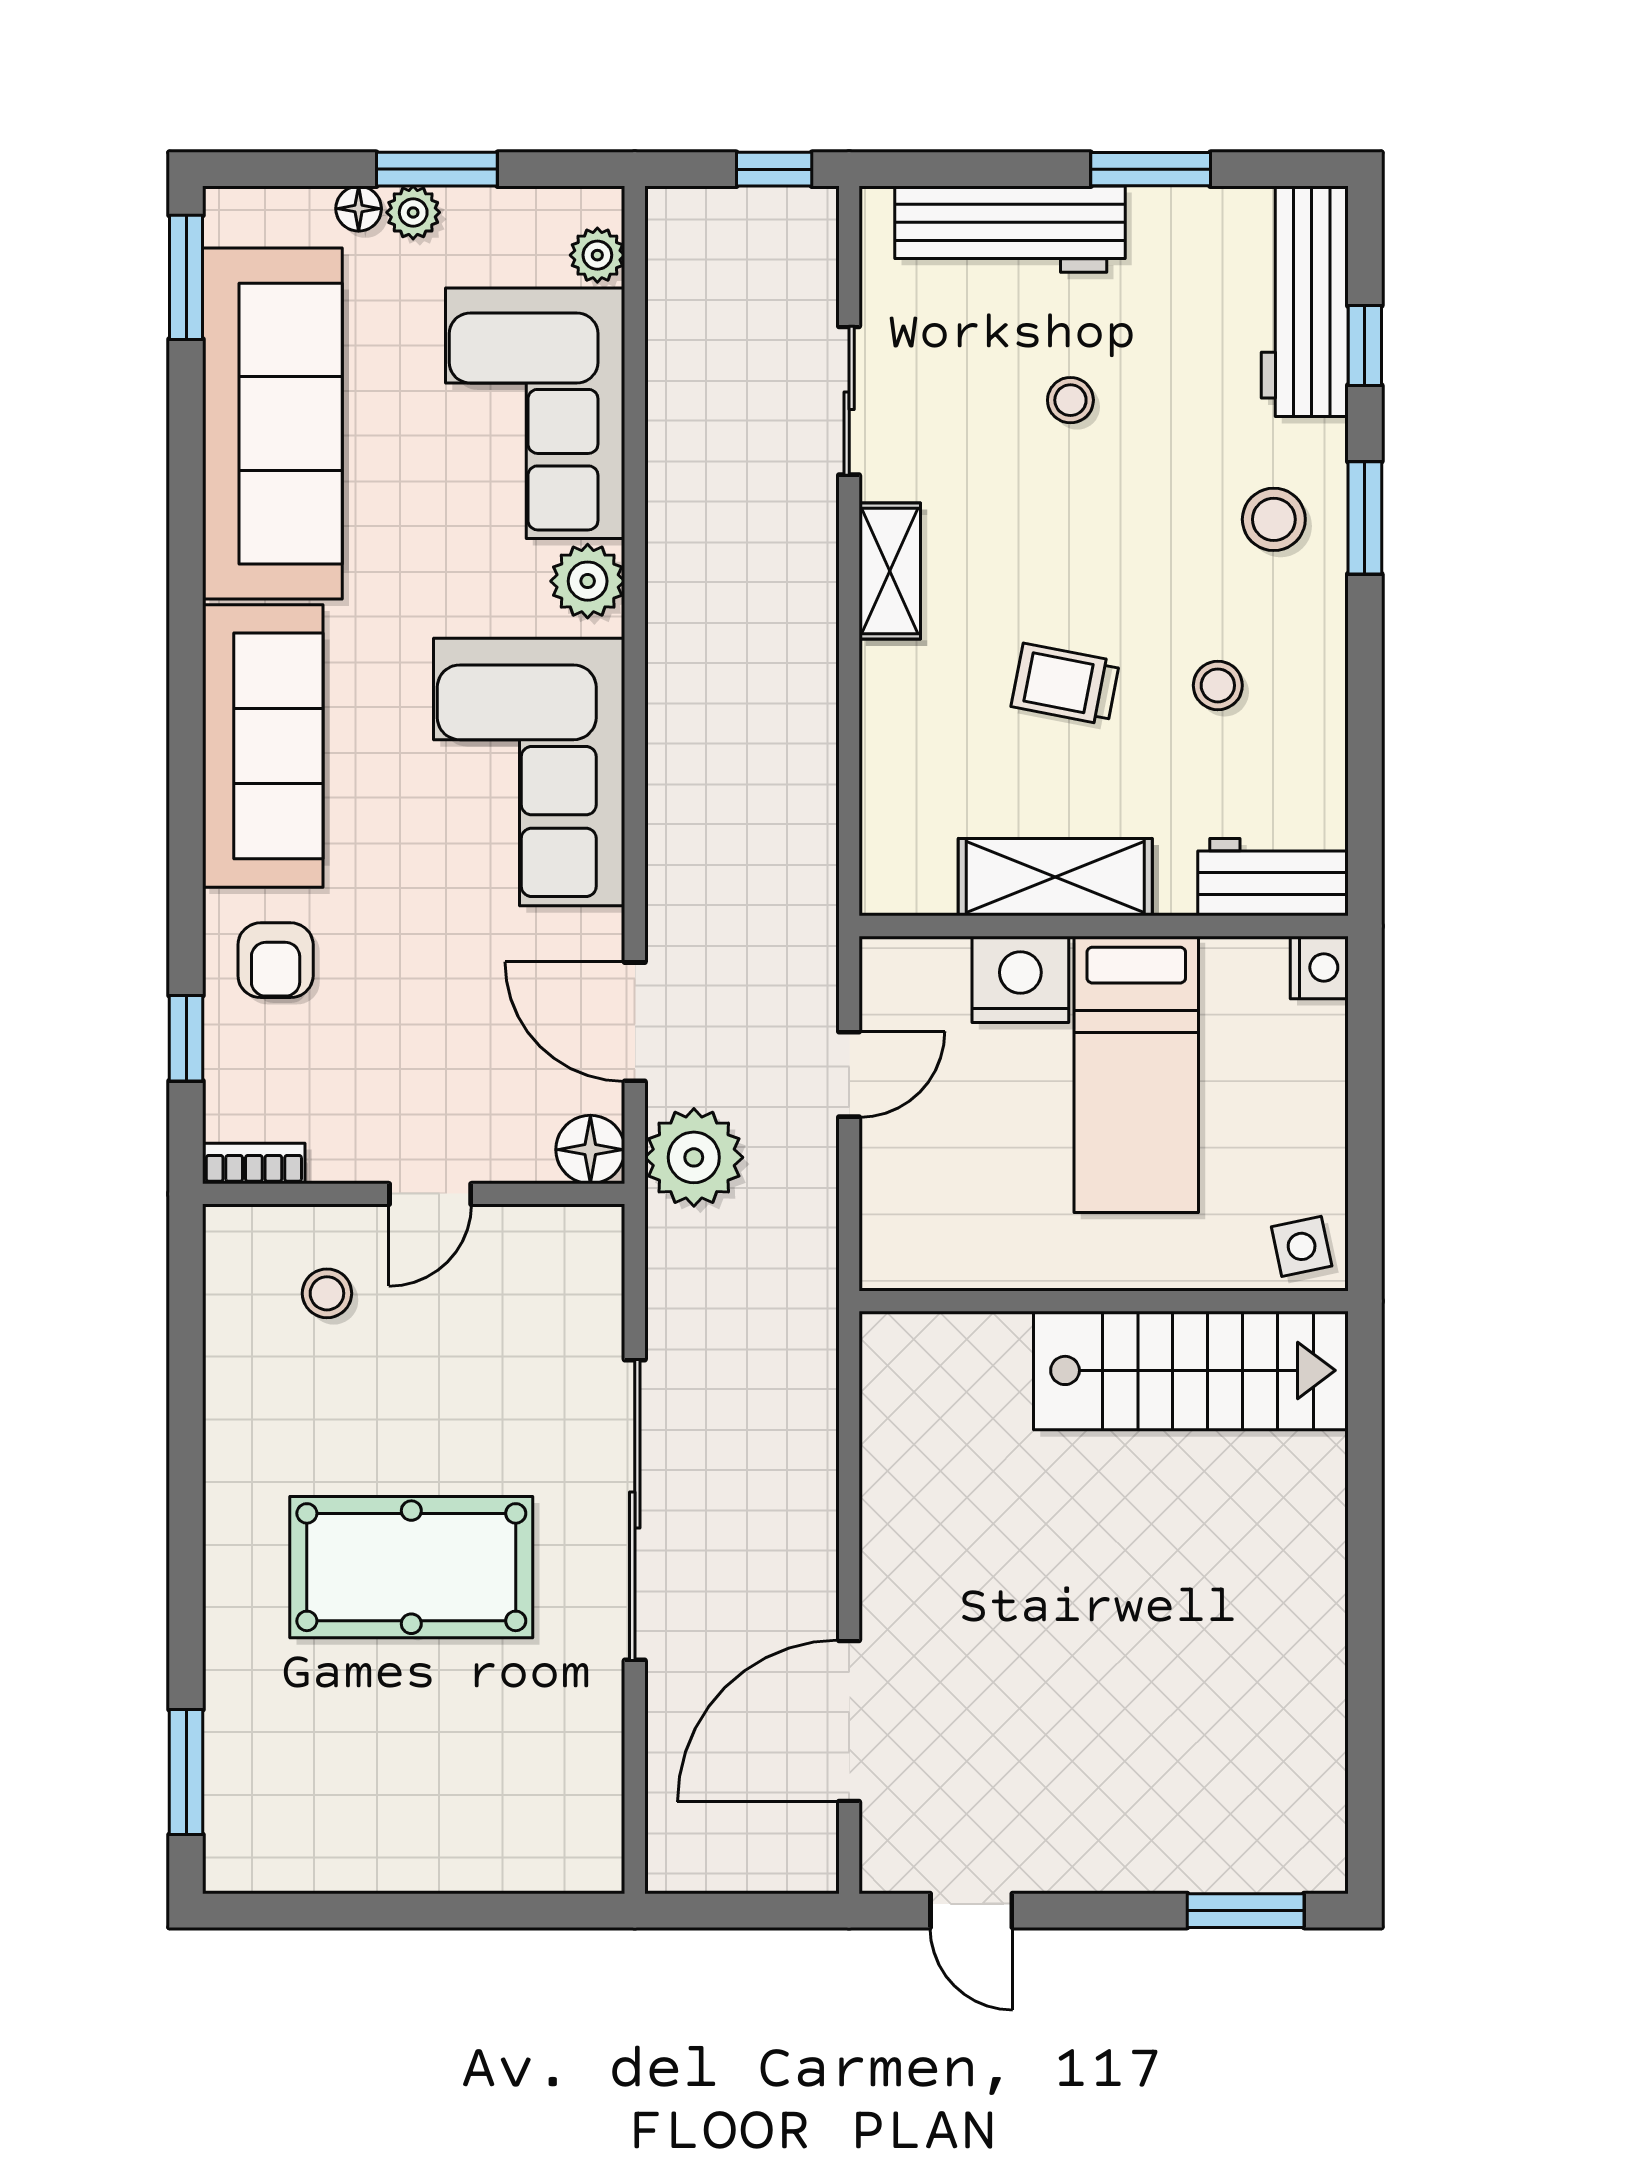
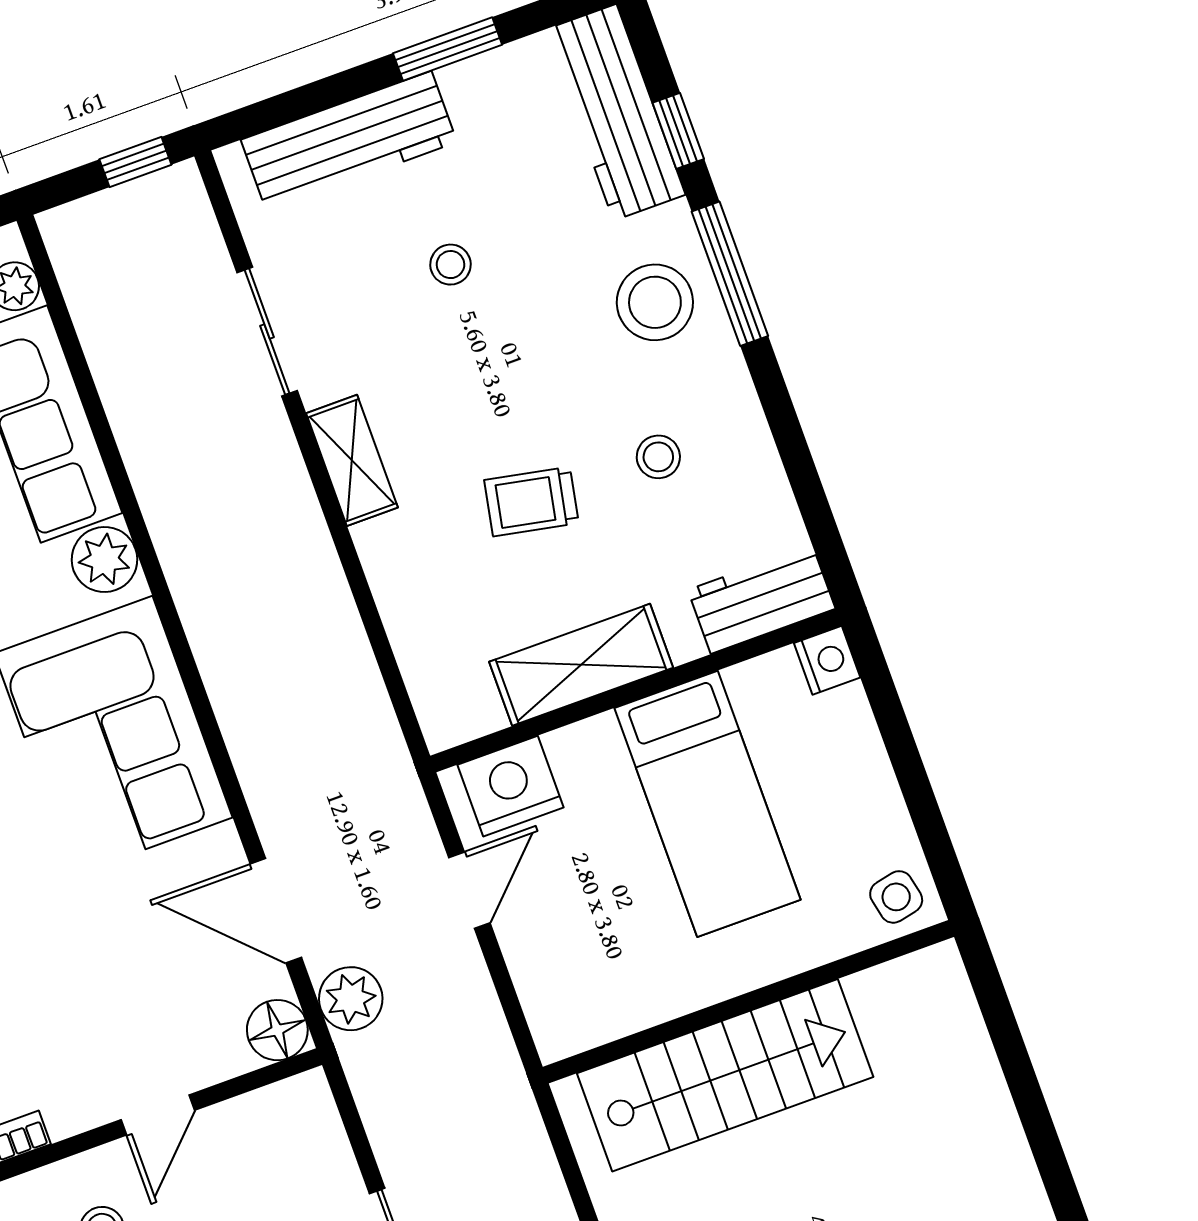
window: (1365, 518) -> (730, 274), width x1.44
stool: (1274, 519) -> (655, 302), width x1.38, depth x1.38
nightstand: (1020, 979) -> (510, 786), moved
plant: (694, 1157) -> (351, 999), width x0.73, depth x0.73
stairs: (1191, 1370) -> (725, 1075), moved

